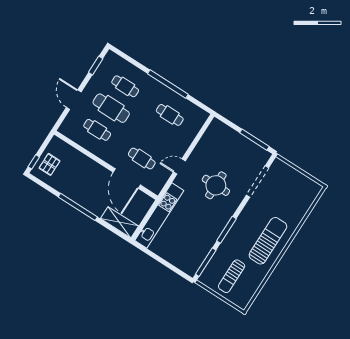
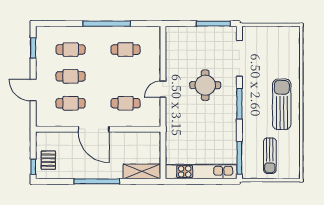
cafe table: (111, 108) -> (71, 76), width x0.73, depth x0.74
door: (127, 179) -> (94, 129), moved
kitchen unit: (159, 216) -> (201, 172), moved, turned -90
window: (226, 230) -> (239, 104), moved

